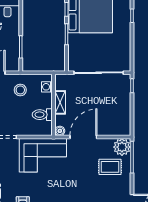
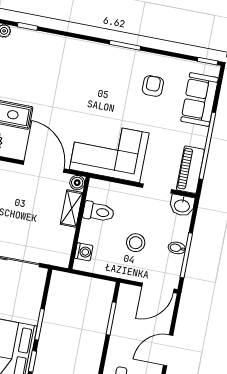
stool: (20, 90) -> (136, 243), moved
shelving: (60, 102) -> (71, 208), moved
door: (83, 137) -> (44, 167), swing flipped

